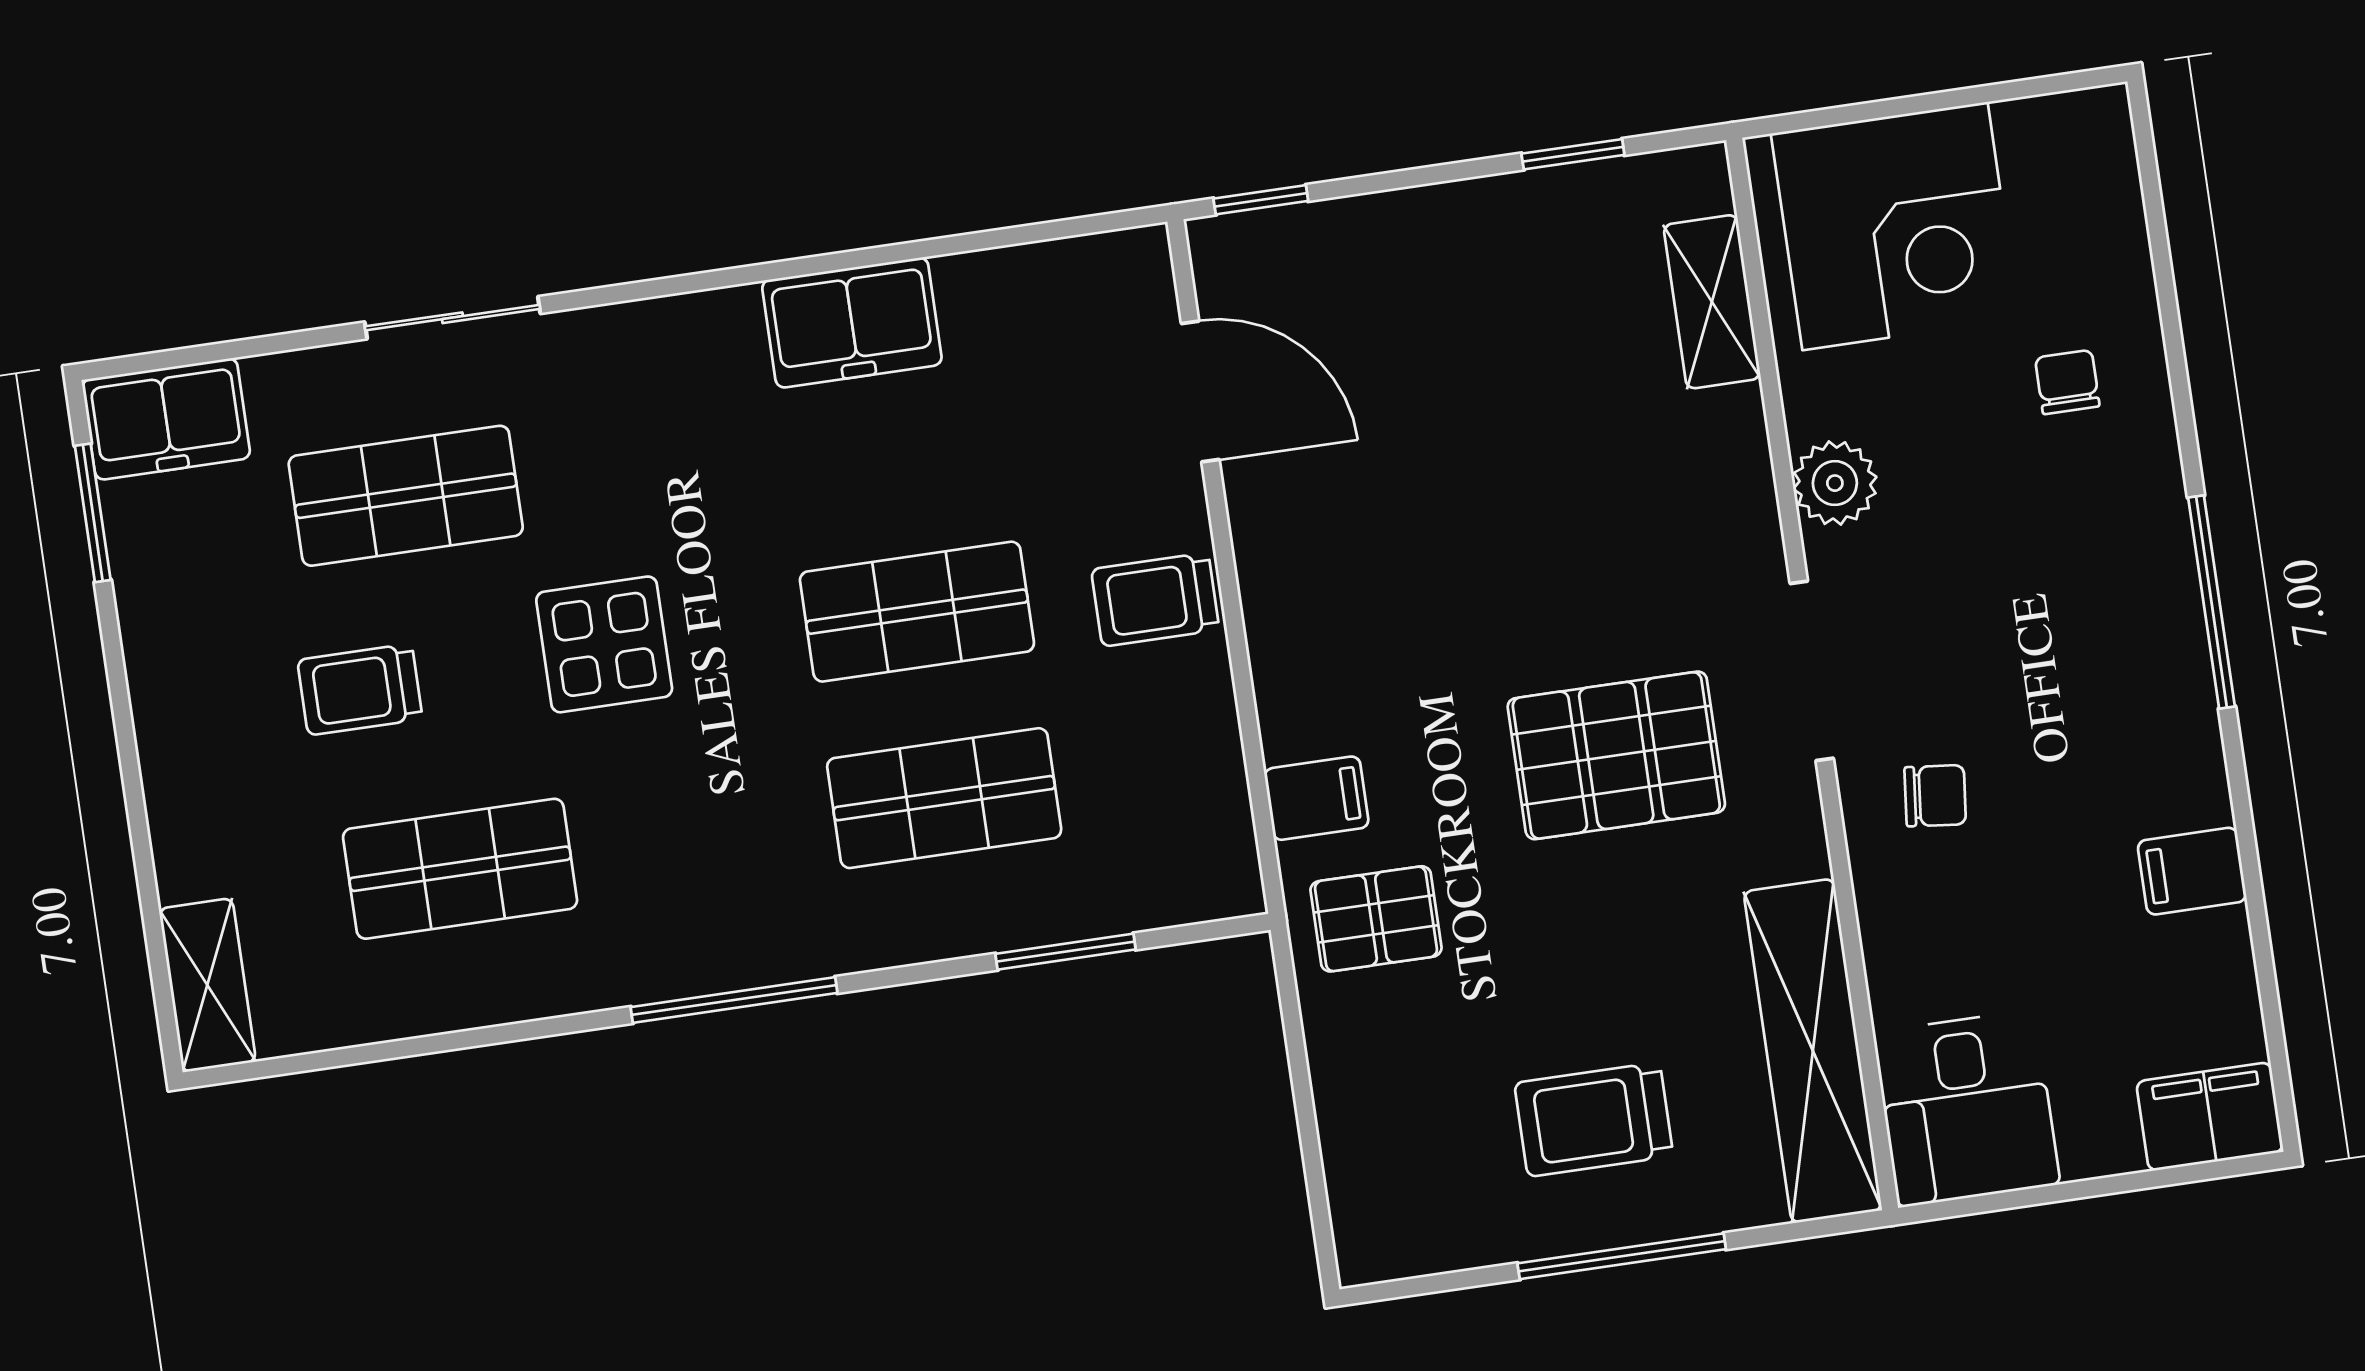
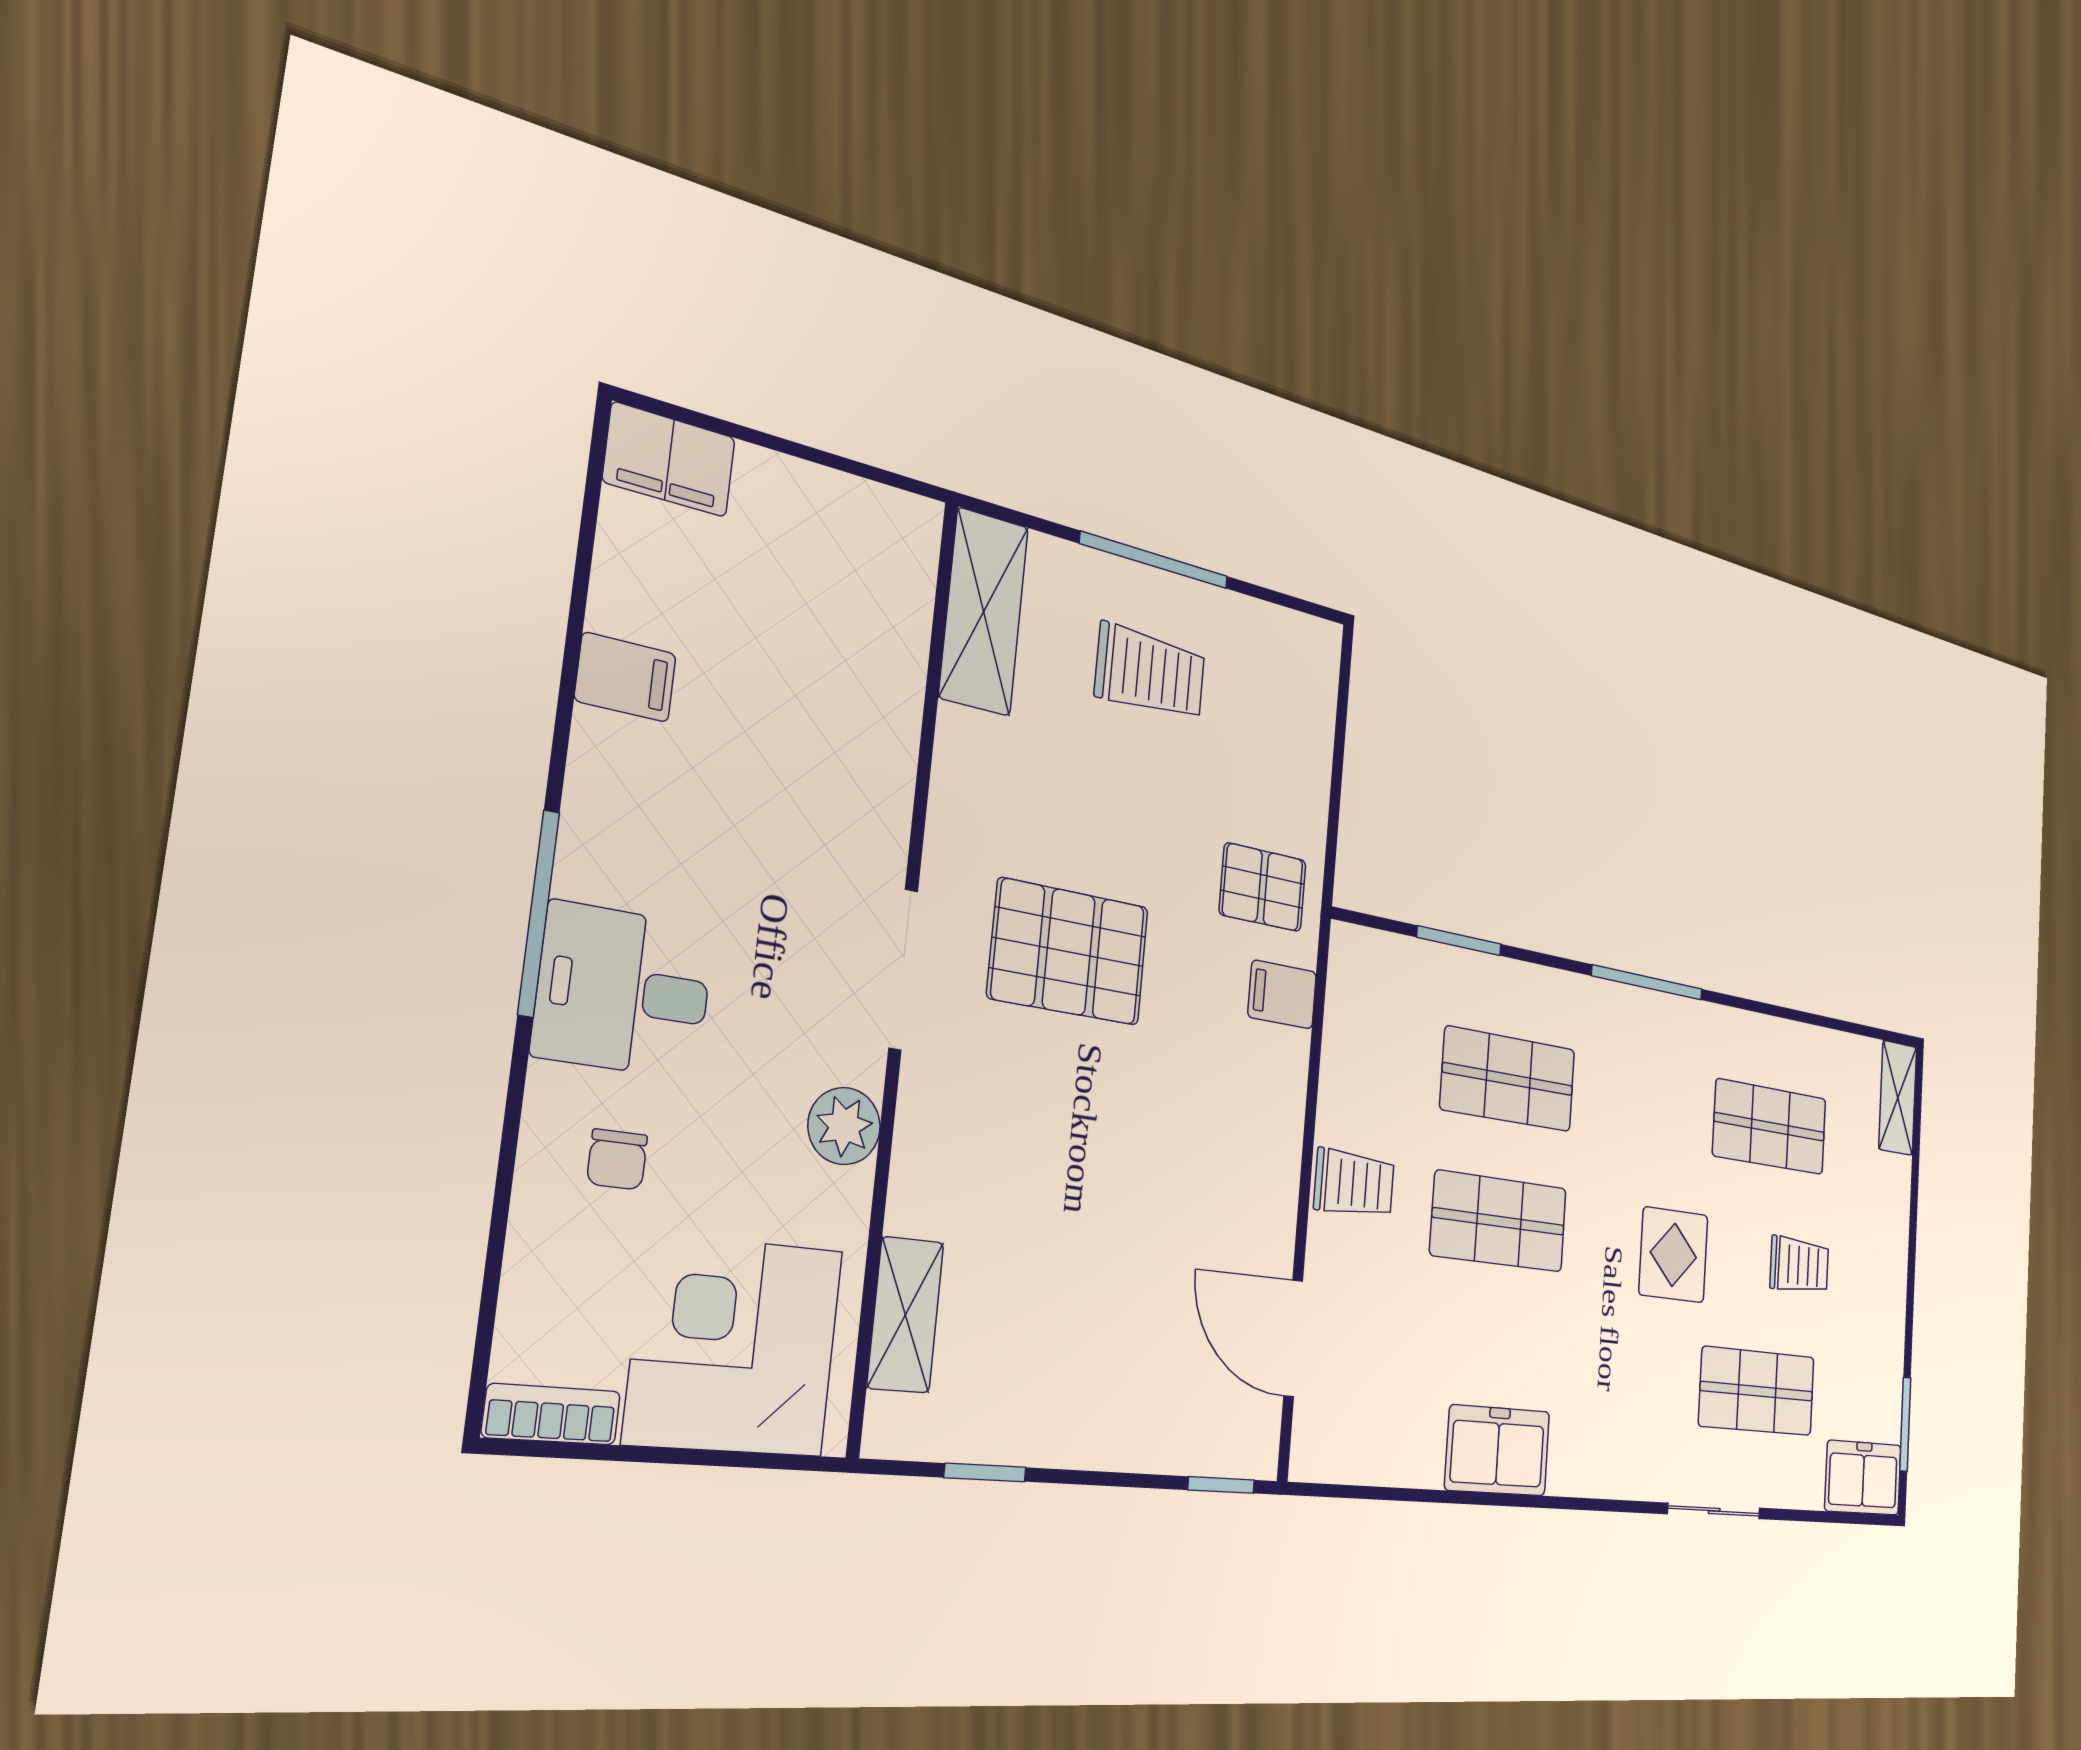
bookcase: (2064, 118) -> (552, 1414), added
chair: (1935, 796) -> (830, 827), removed
shelving: (1813, 1051) -> (984, 612), width x0.68
desk: (1967, 1108) -> (624, 991), moved, turned -90

